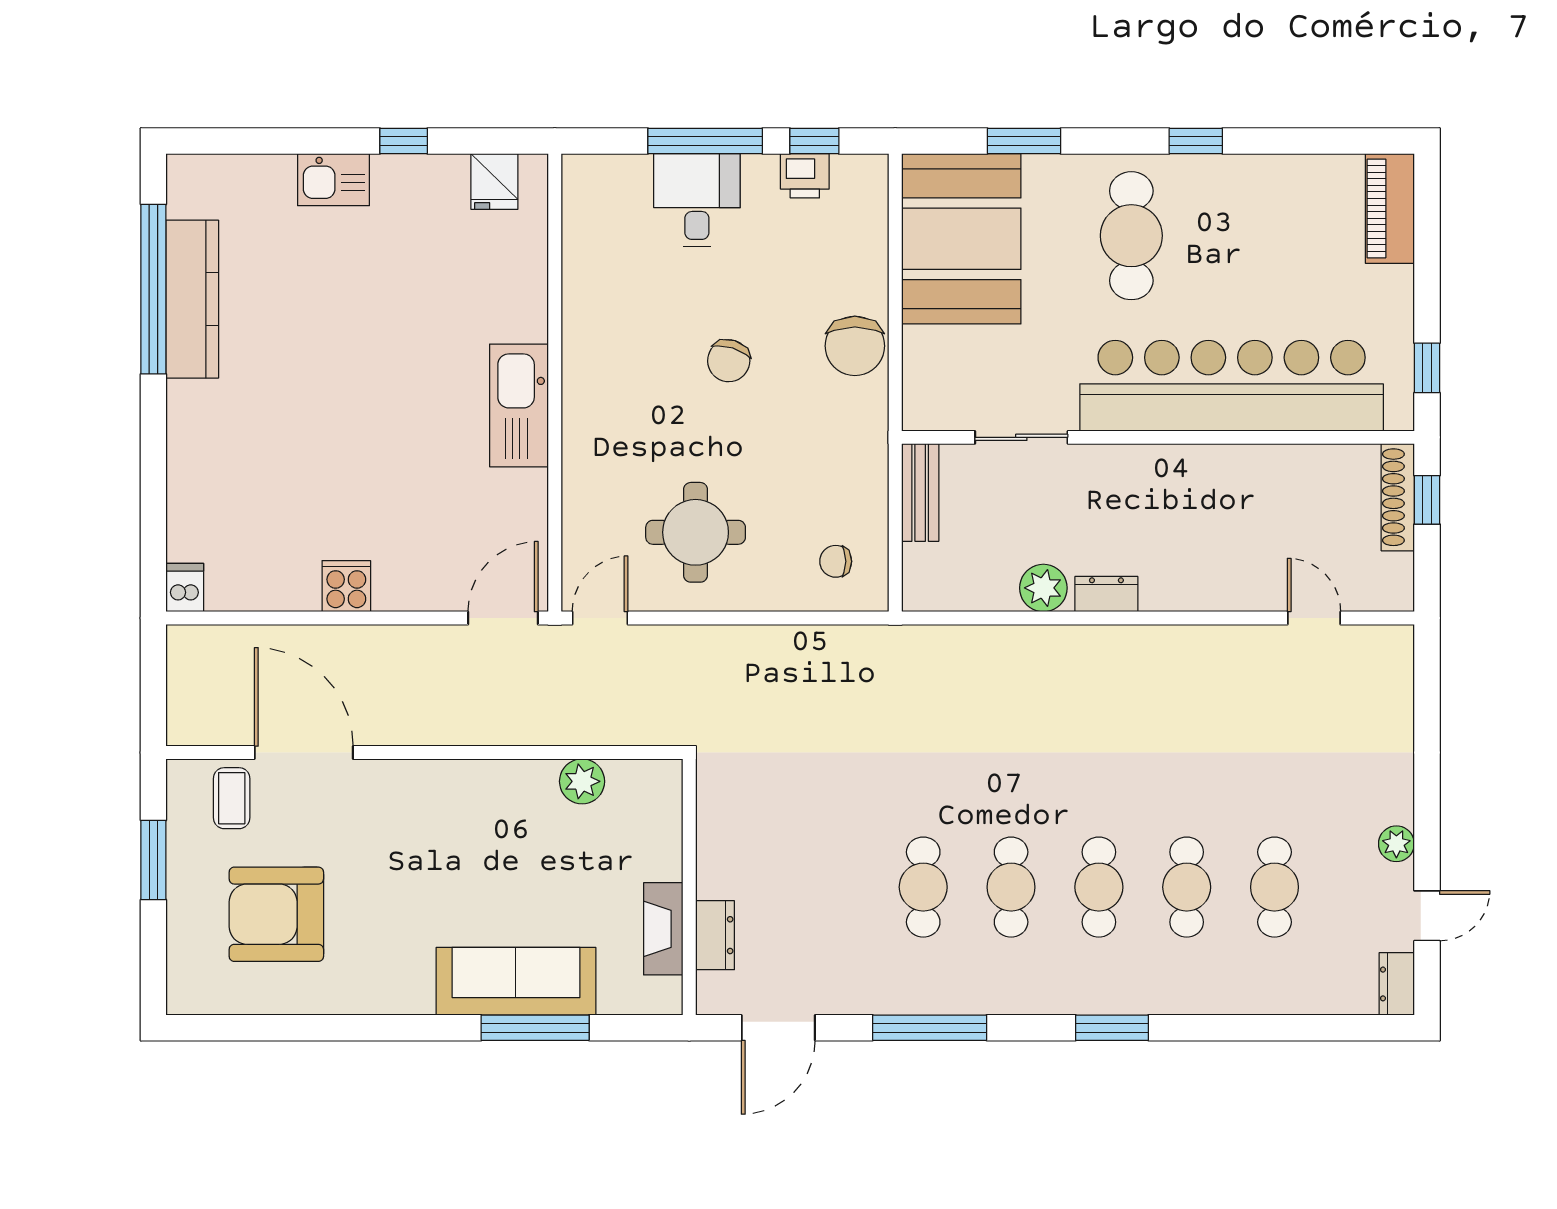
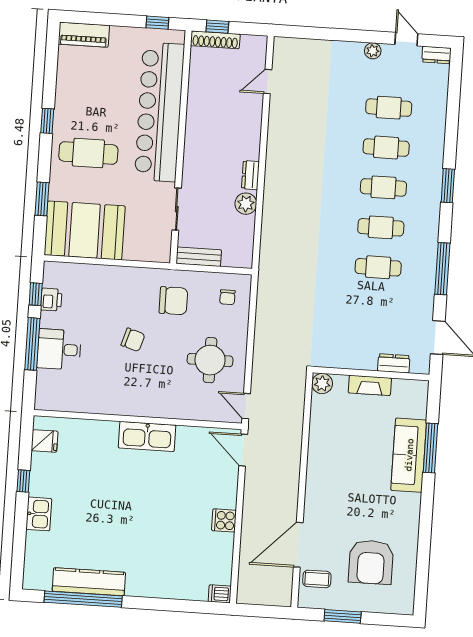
chair: (855, 346) -> (173, 301), moved
plant: (582, 781) -> (322, 384), moved
fireplace: (663, 929) -> (370, 385), moved

